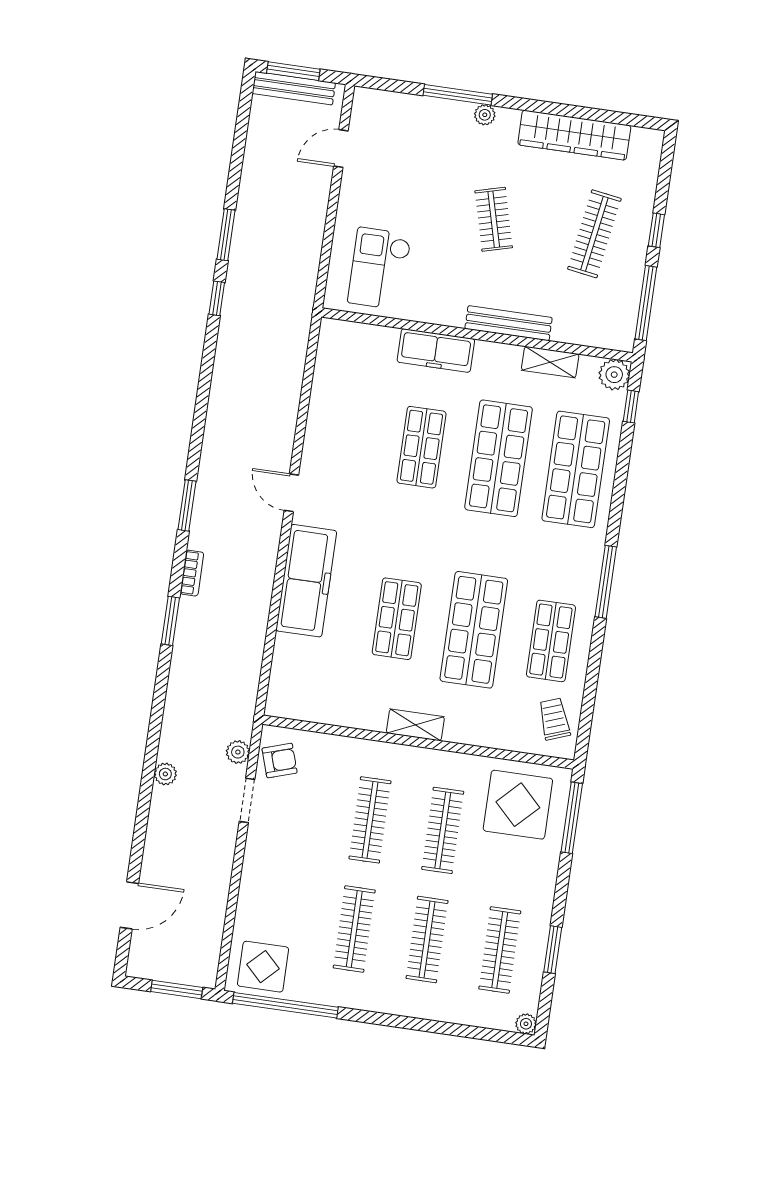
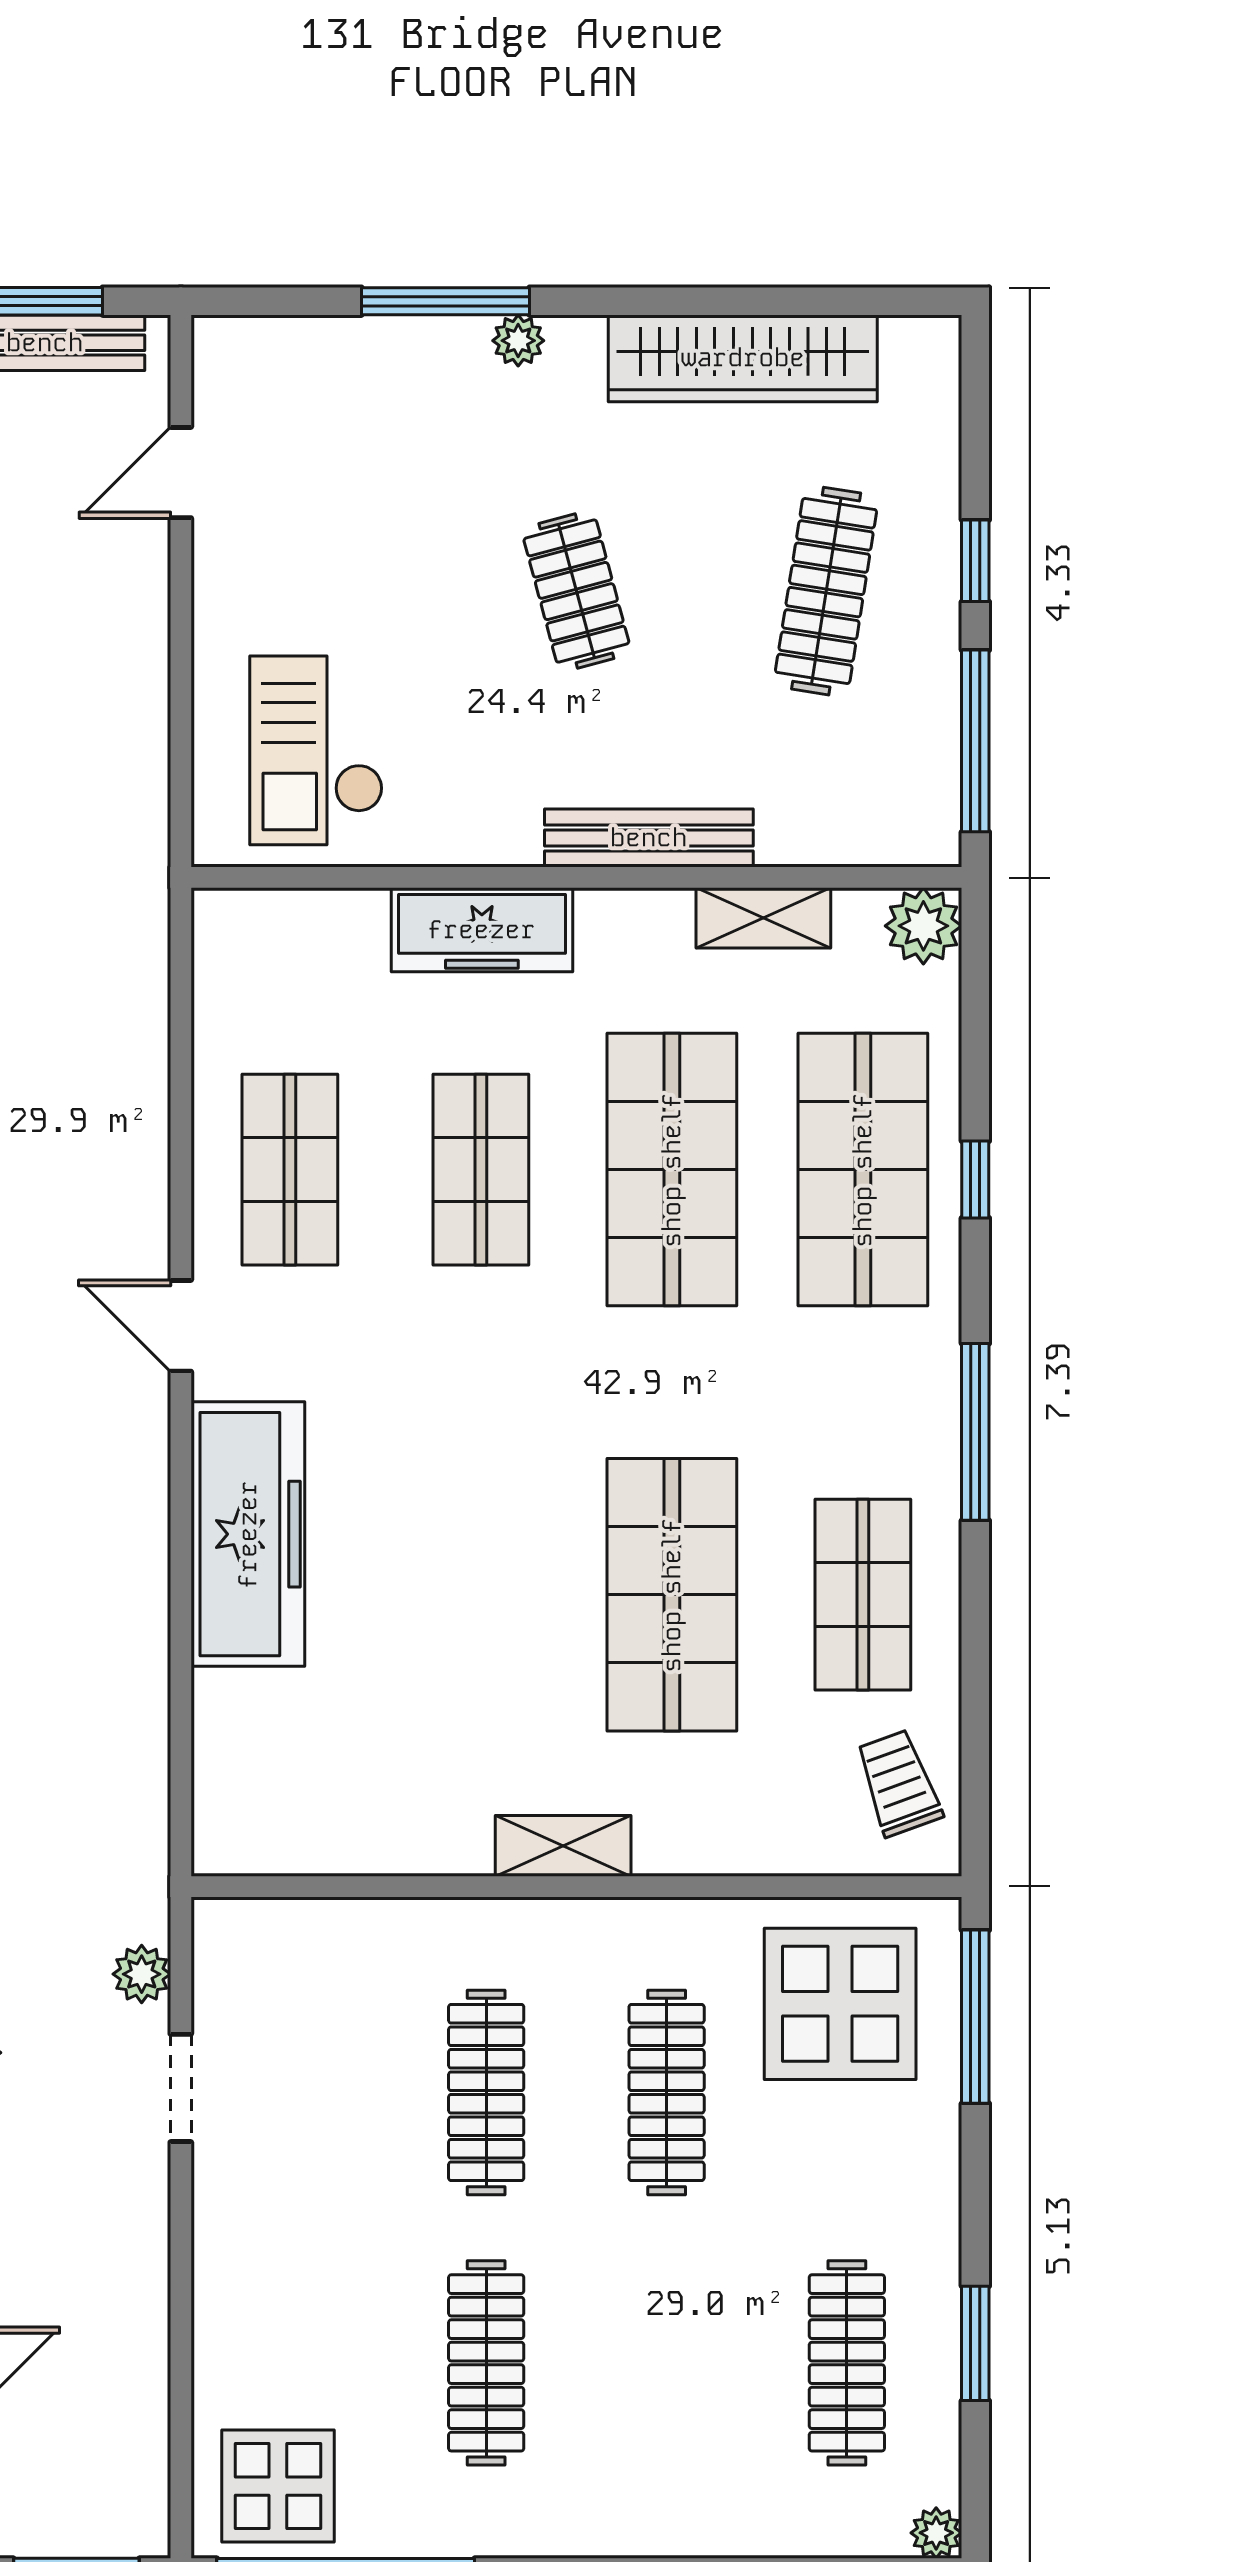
window: (631, 406) -> (975, 1179), moved
shop shelf: (397, 619) -> (290, 1170), moved
armchair: (280, 761) -> (246, 1980), removed
clothes rail: (427, 939) -> (667, 2363), removed

